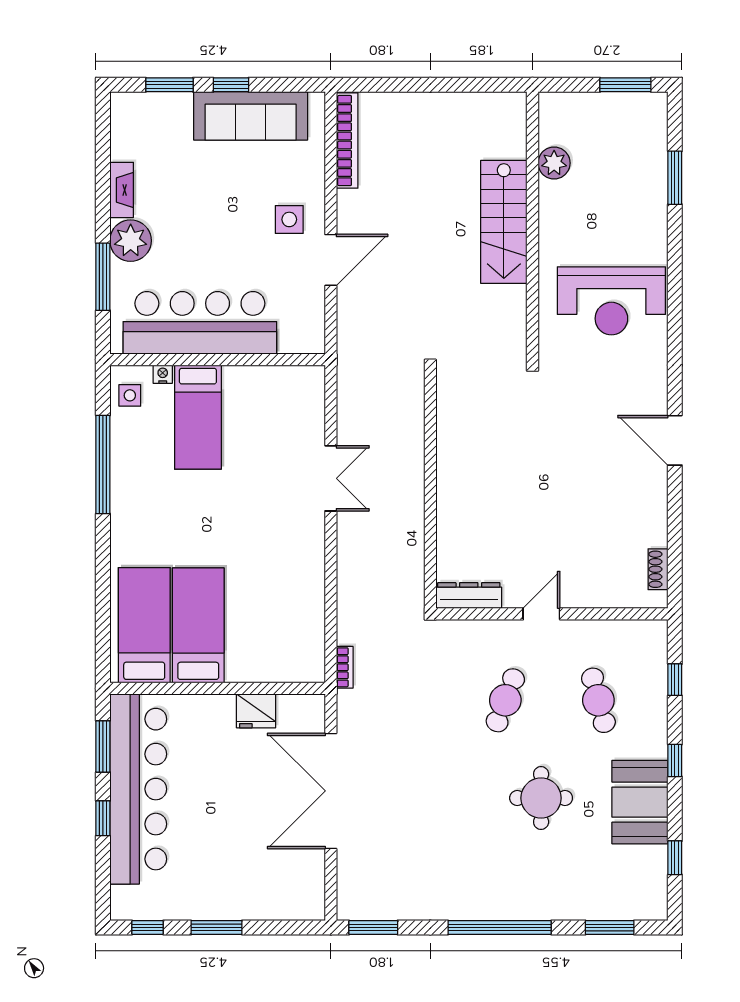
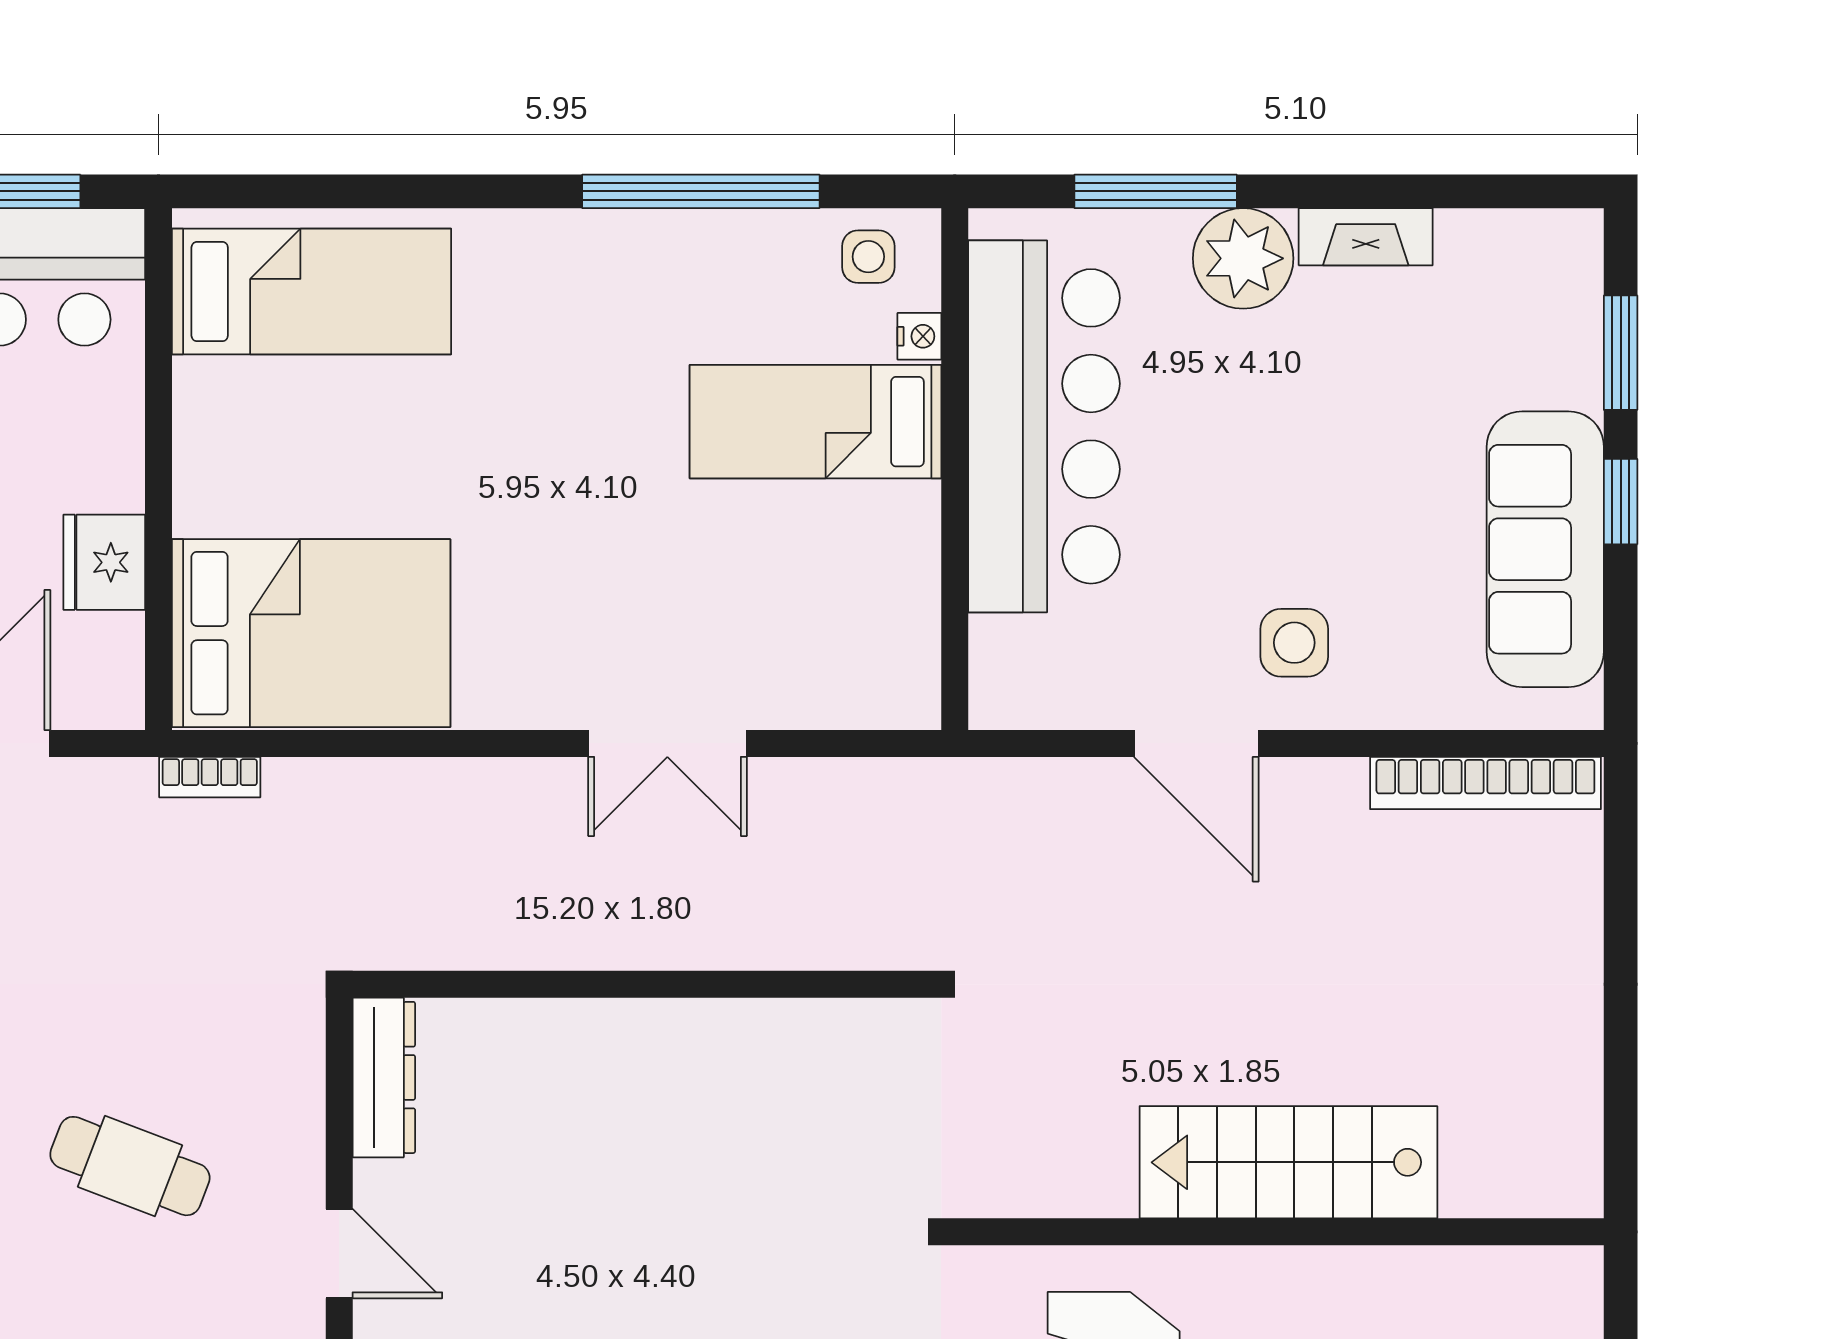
plant: (554, 163) -> (1431, 1284), removed
bed: (198, 625) -> (311, 633), moved, width x1.50

